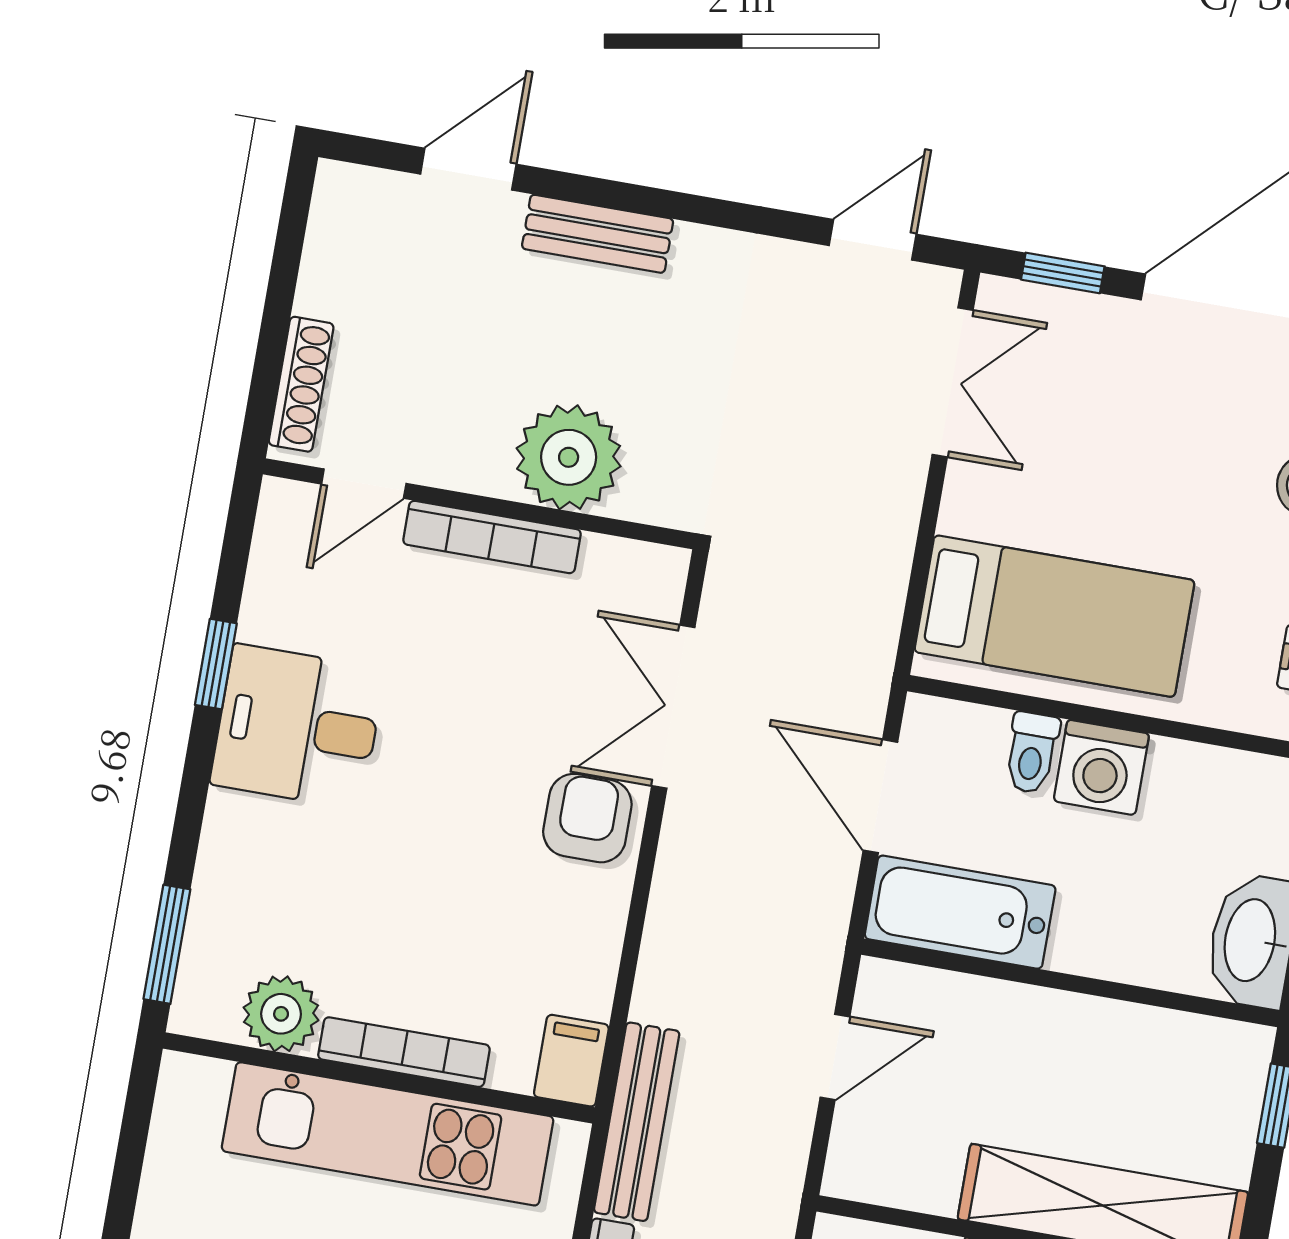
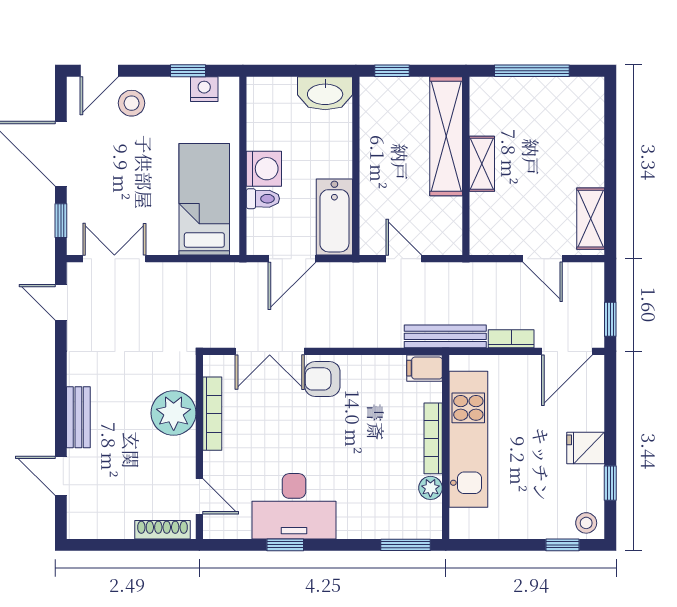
bookcase: (492, 537) -> (212, 414), moved
desk: (298, 727) -> (294, 506), width x1.37
plant: (281, 1014) -> (430, 488), width x0.73, depth x0.73

